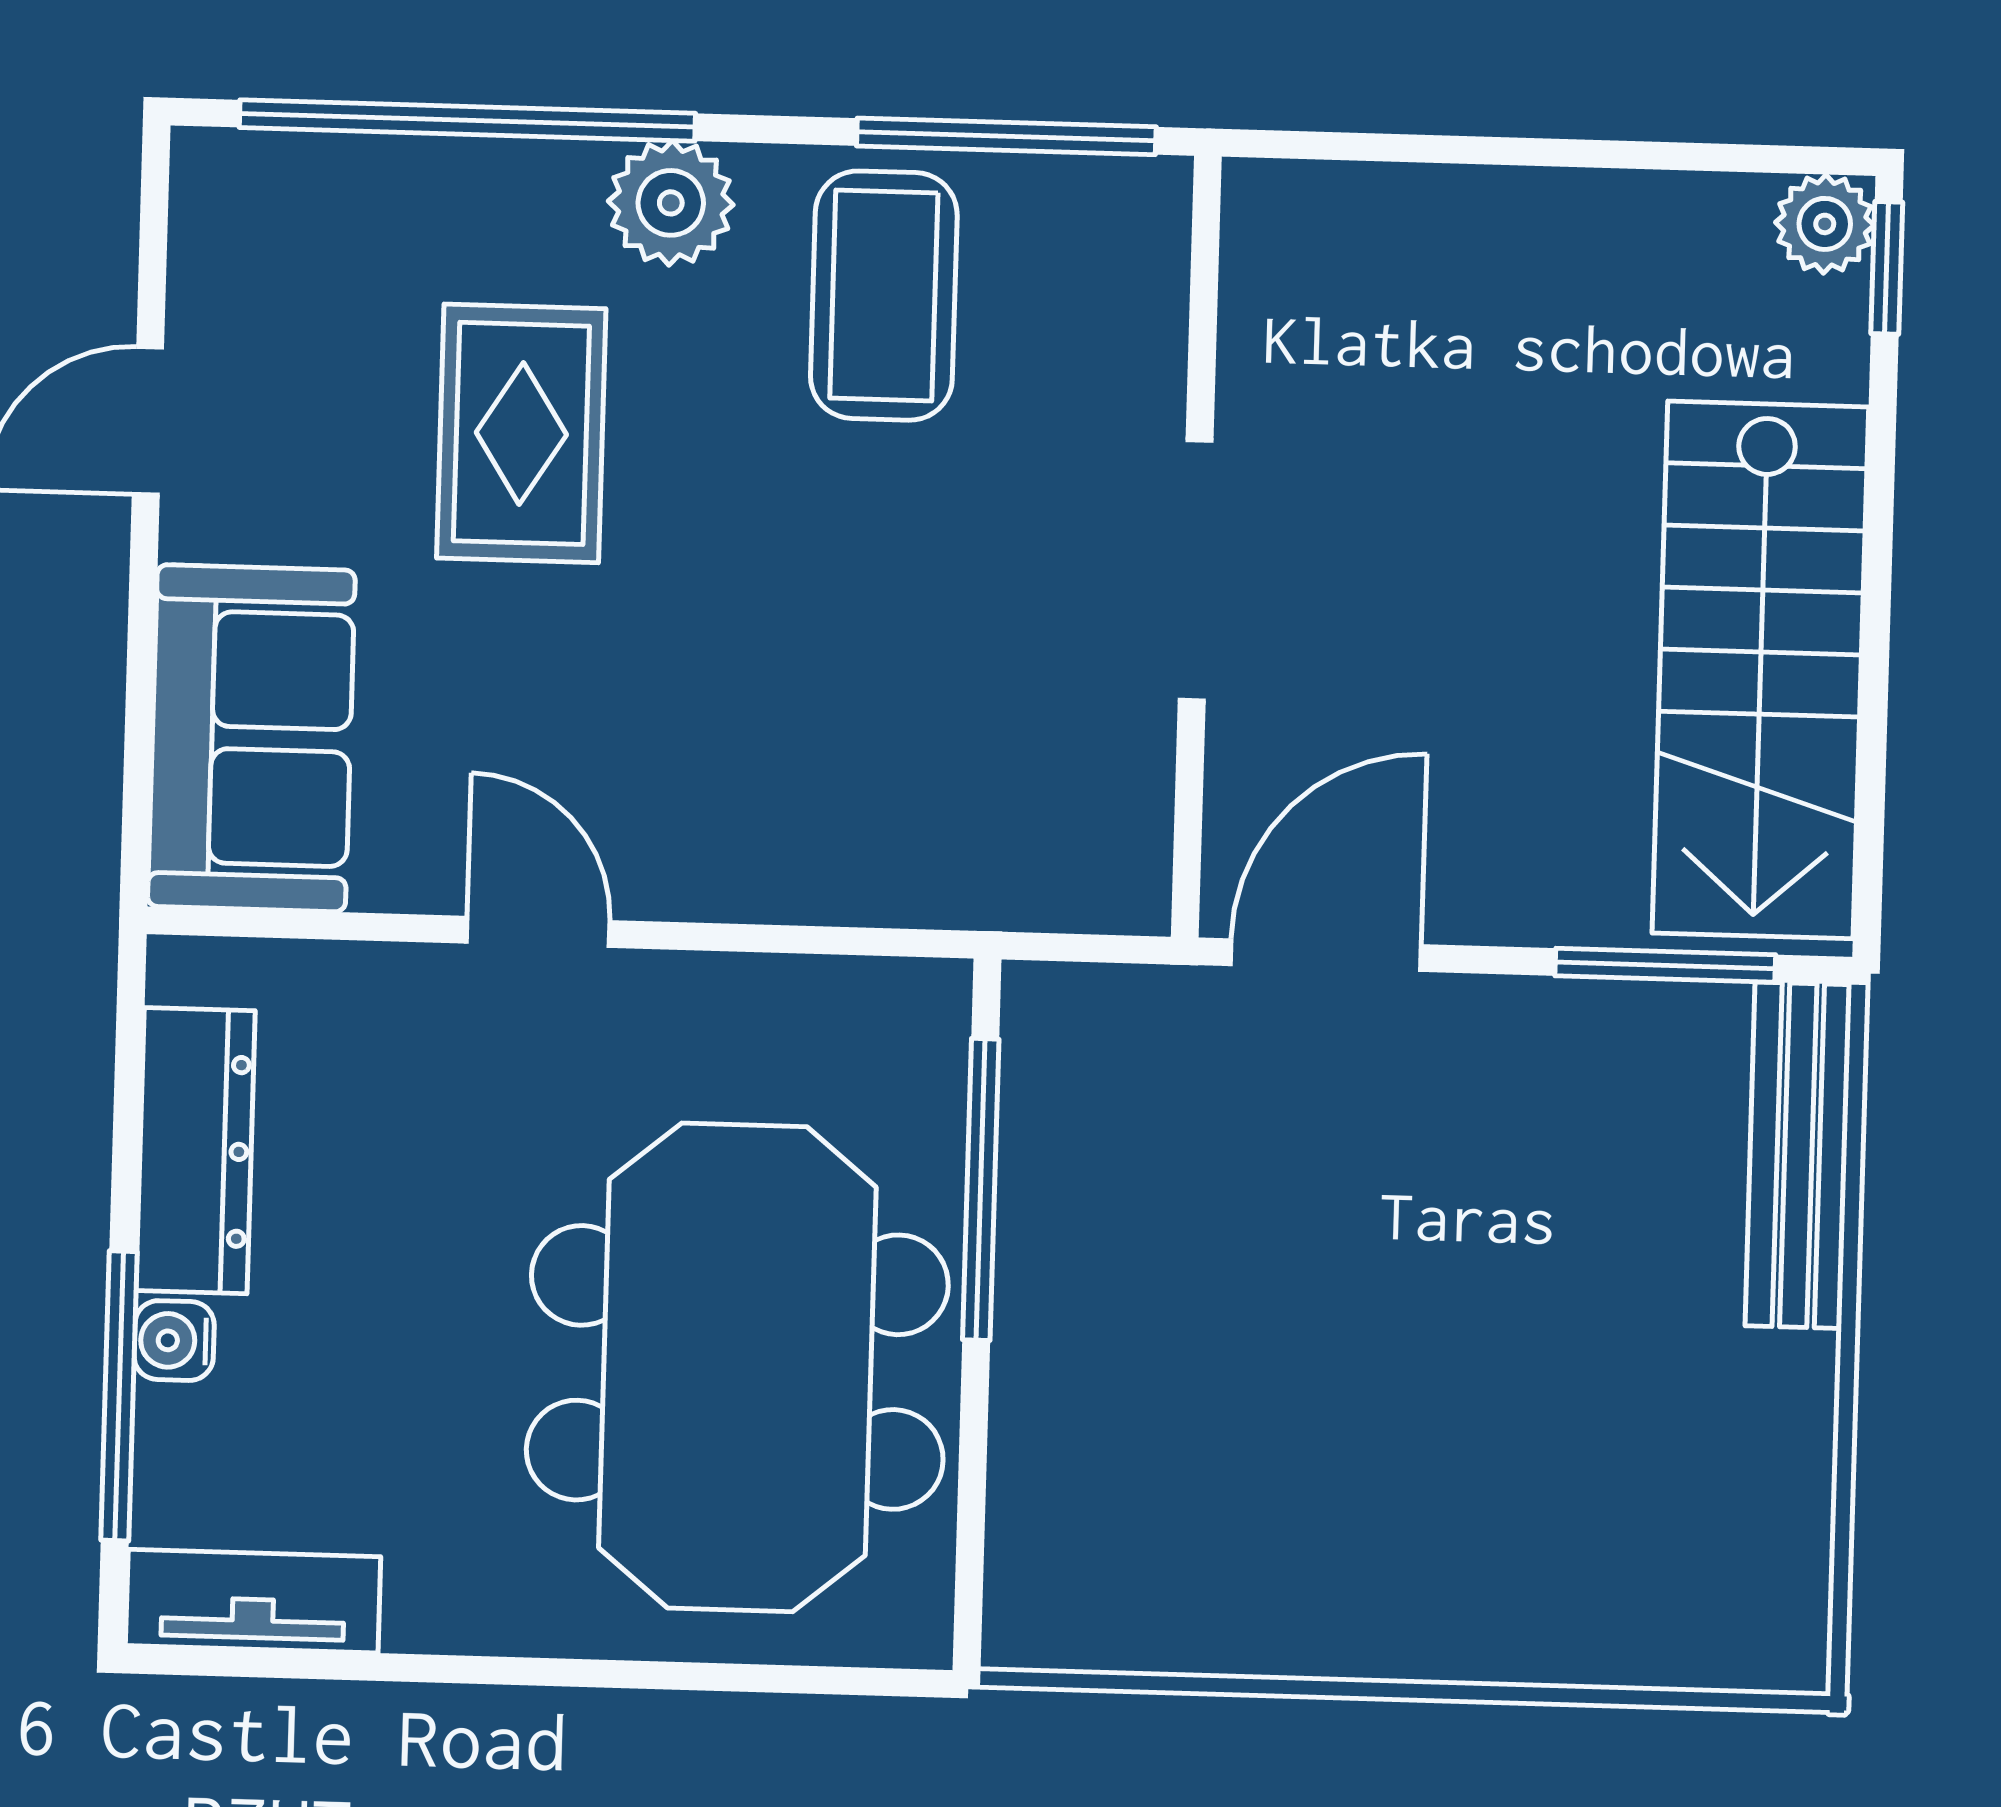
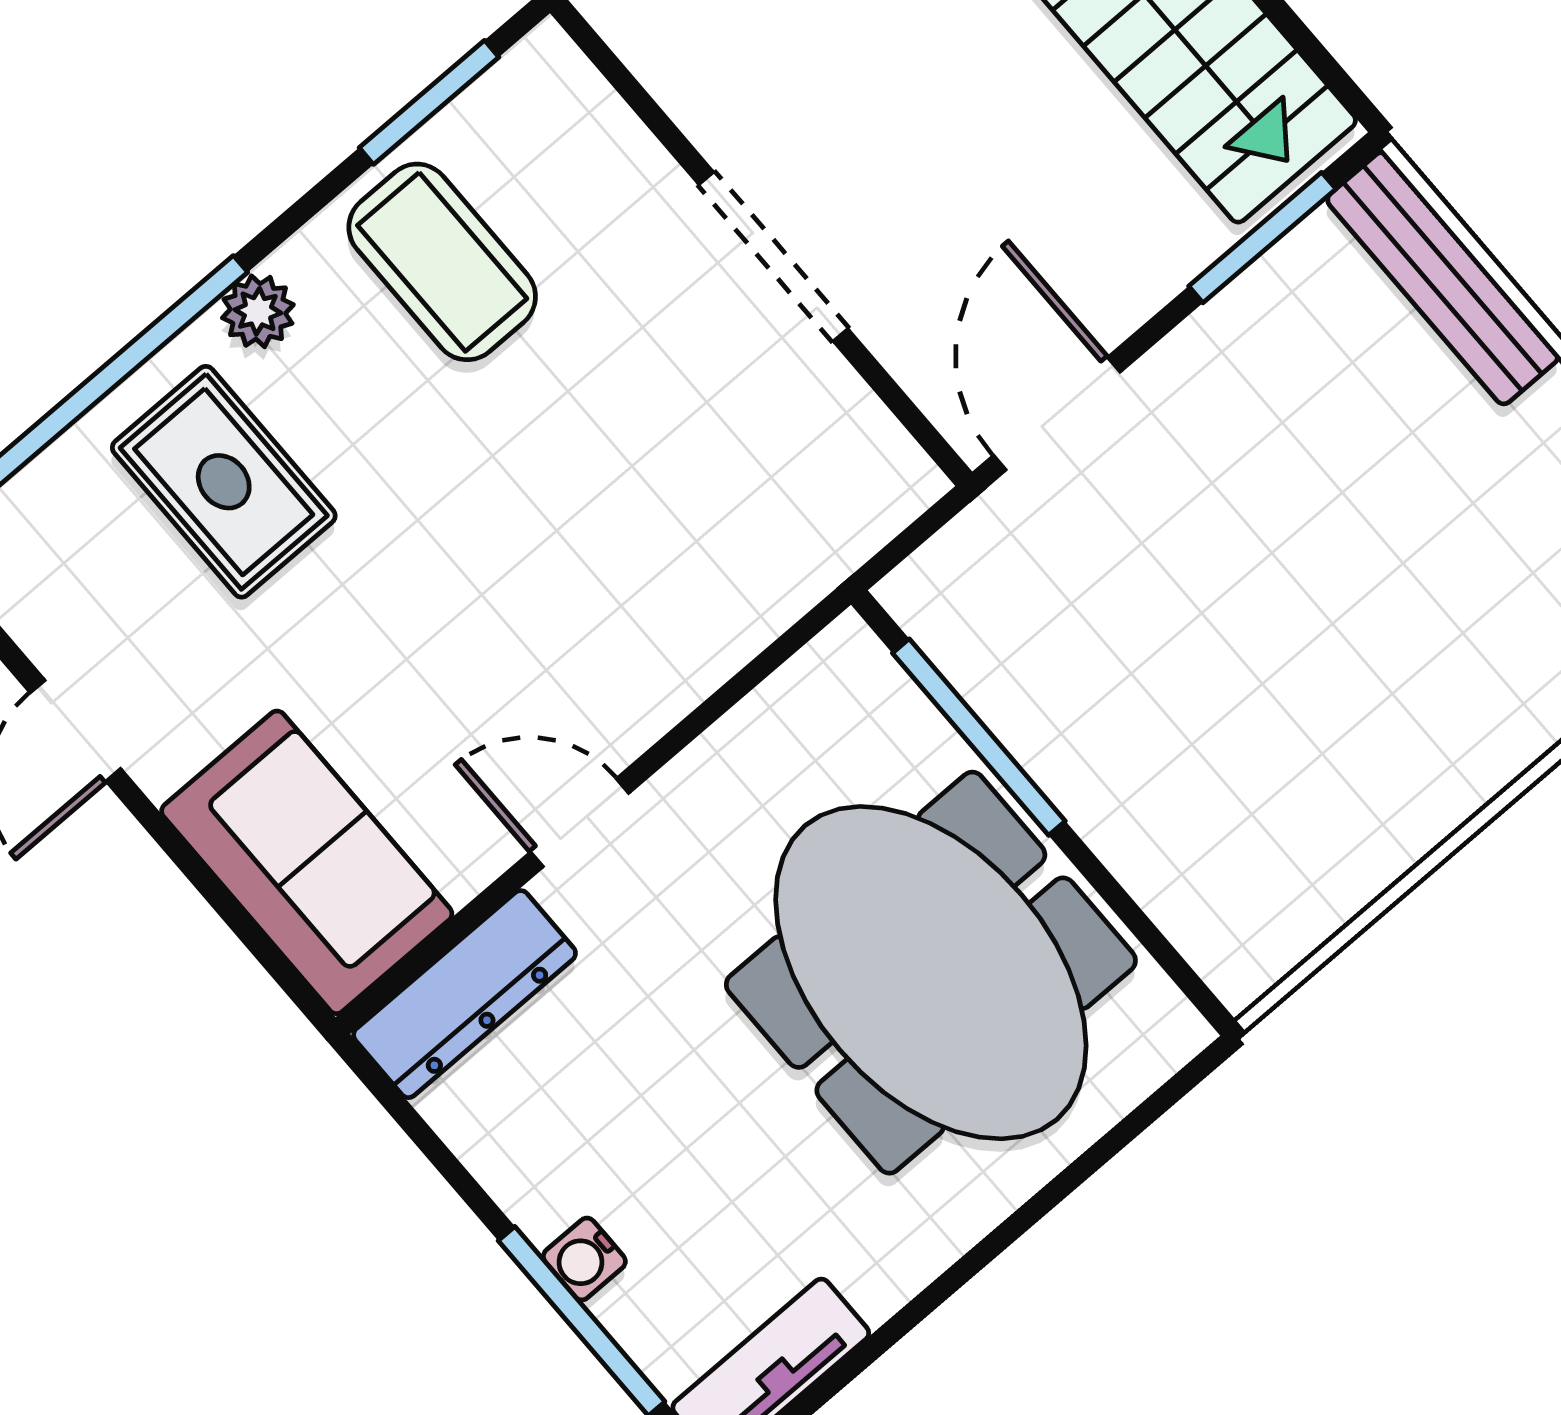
window: (1006, 136) -> (429, 102), width x0.69
plant: (671, 203) -> (258, 311), width x0.73, depth x0.73
rug: (521, 433) -> (224, 482), moved
dresser: (196, 1151) -> (465, 994), moved, turned 90

